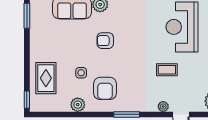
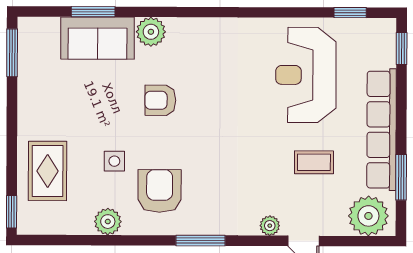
coffee table: (167, 70) -> (314, 162), moved
armchair: (105, 88) -> (160, 191), turned 180

